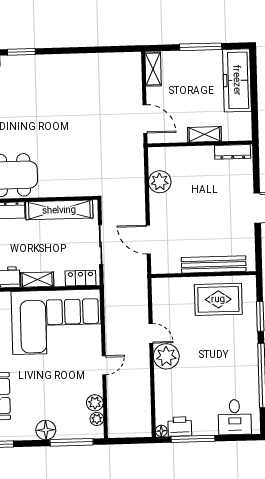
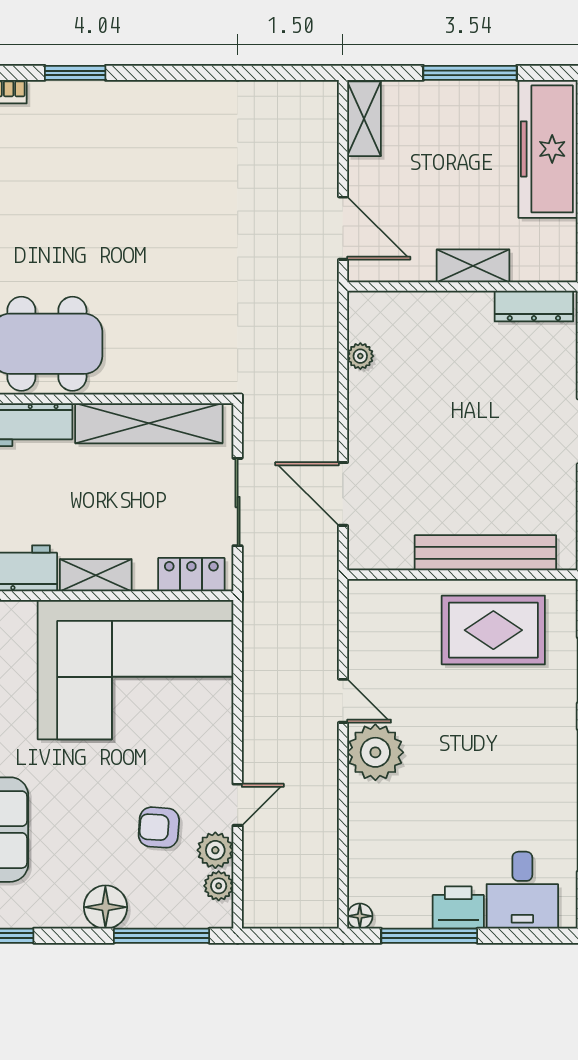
plant: (160, 182) -> (360, 356), width x0.53, depth x0.53
door: (104, 365) -> (238, 805), moved
armchair: (69, 393) -> (159, 827), added
printer: (180, 426) -> (458, 908), moved

